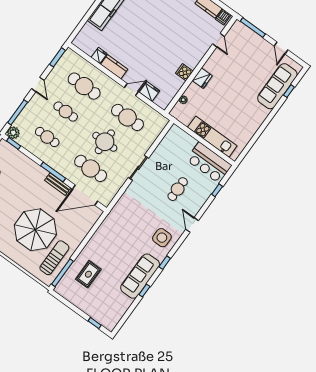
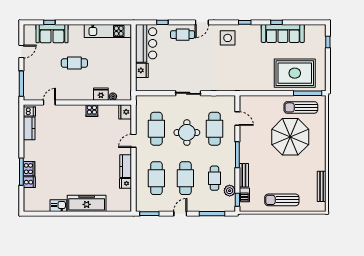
fridge: (202, 78) -> (101, 94), moved
sofa: (277, 86) -> (52, 34), width x0.73
cafe table: (237, 87) -> (74, 63), added
door: (131, 90) -> (134, 141), hinge flipped
fridge: (149, 92) -> (125, 112), moved
cafe table: (66, 112) -> (185, 178), width x1.37, depth x1.35
plant: (13, 133) -> (230, 191), moved
kitchen unit: (212, 137) -> (108, 31), moved, turned -90
fridge: (188, 142) -> (142, 70), added
barbecue: (13, 153) -> (244, 195), added
bench: (58, 184) -> (244, 175), moved
cafe table: (178, 189) -> (183, 35), moved
door: (85, 195) -> (237, 119), width x0.53
rug: (88, 274) -> (295, 73), width x1.86, depth x2.06
sofa: (140, 276) -> (283, 33), moved

